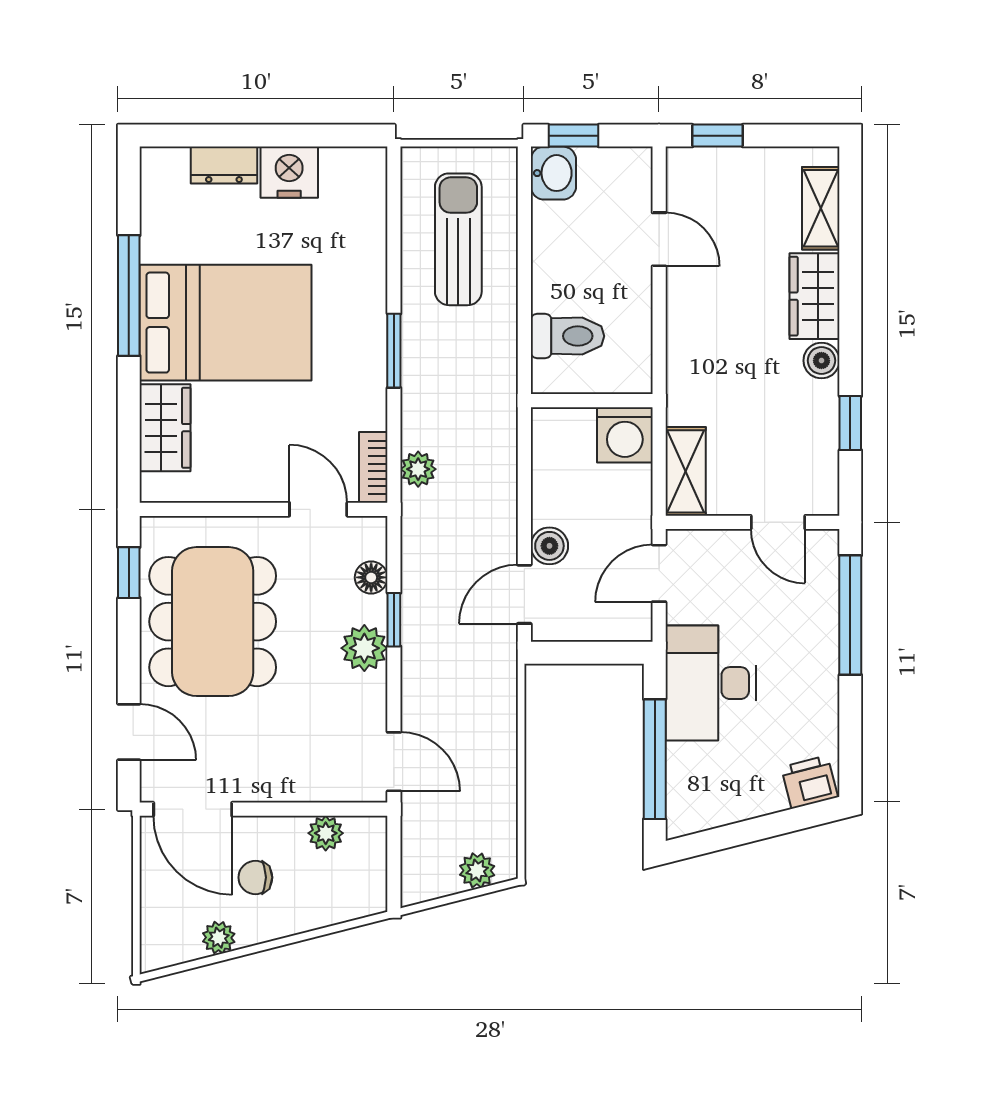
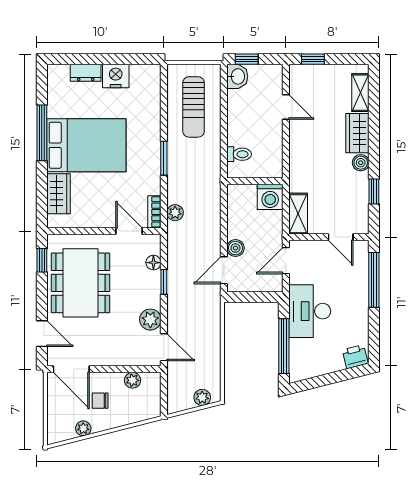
sun lounger: (458, 239) -> (194, 107), turned 180
toilet: (567, 336) -> (239, 154), width x0.73, depth x0.72
plant: (364, 648) -> (150, 320), moved

